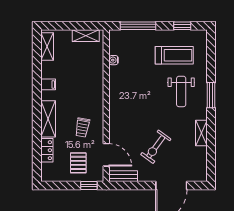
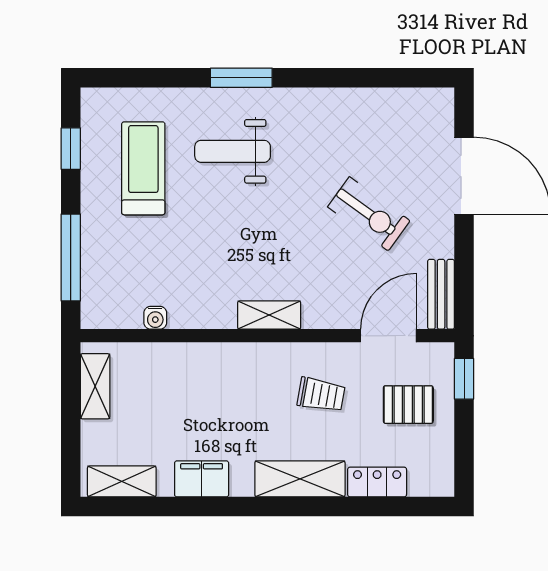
filing cabinet: (48, 84) -> (202, 479), width x2.00
weight bench: (181, 91) -> (233, 151), turned 180
shelving: (201, 133) -> (269, 315), moved

